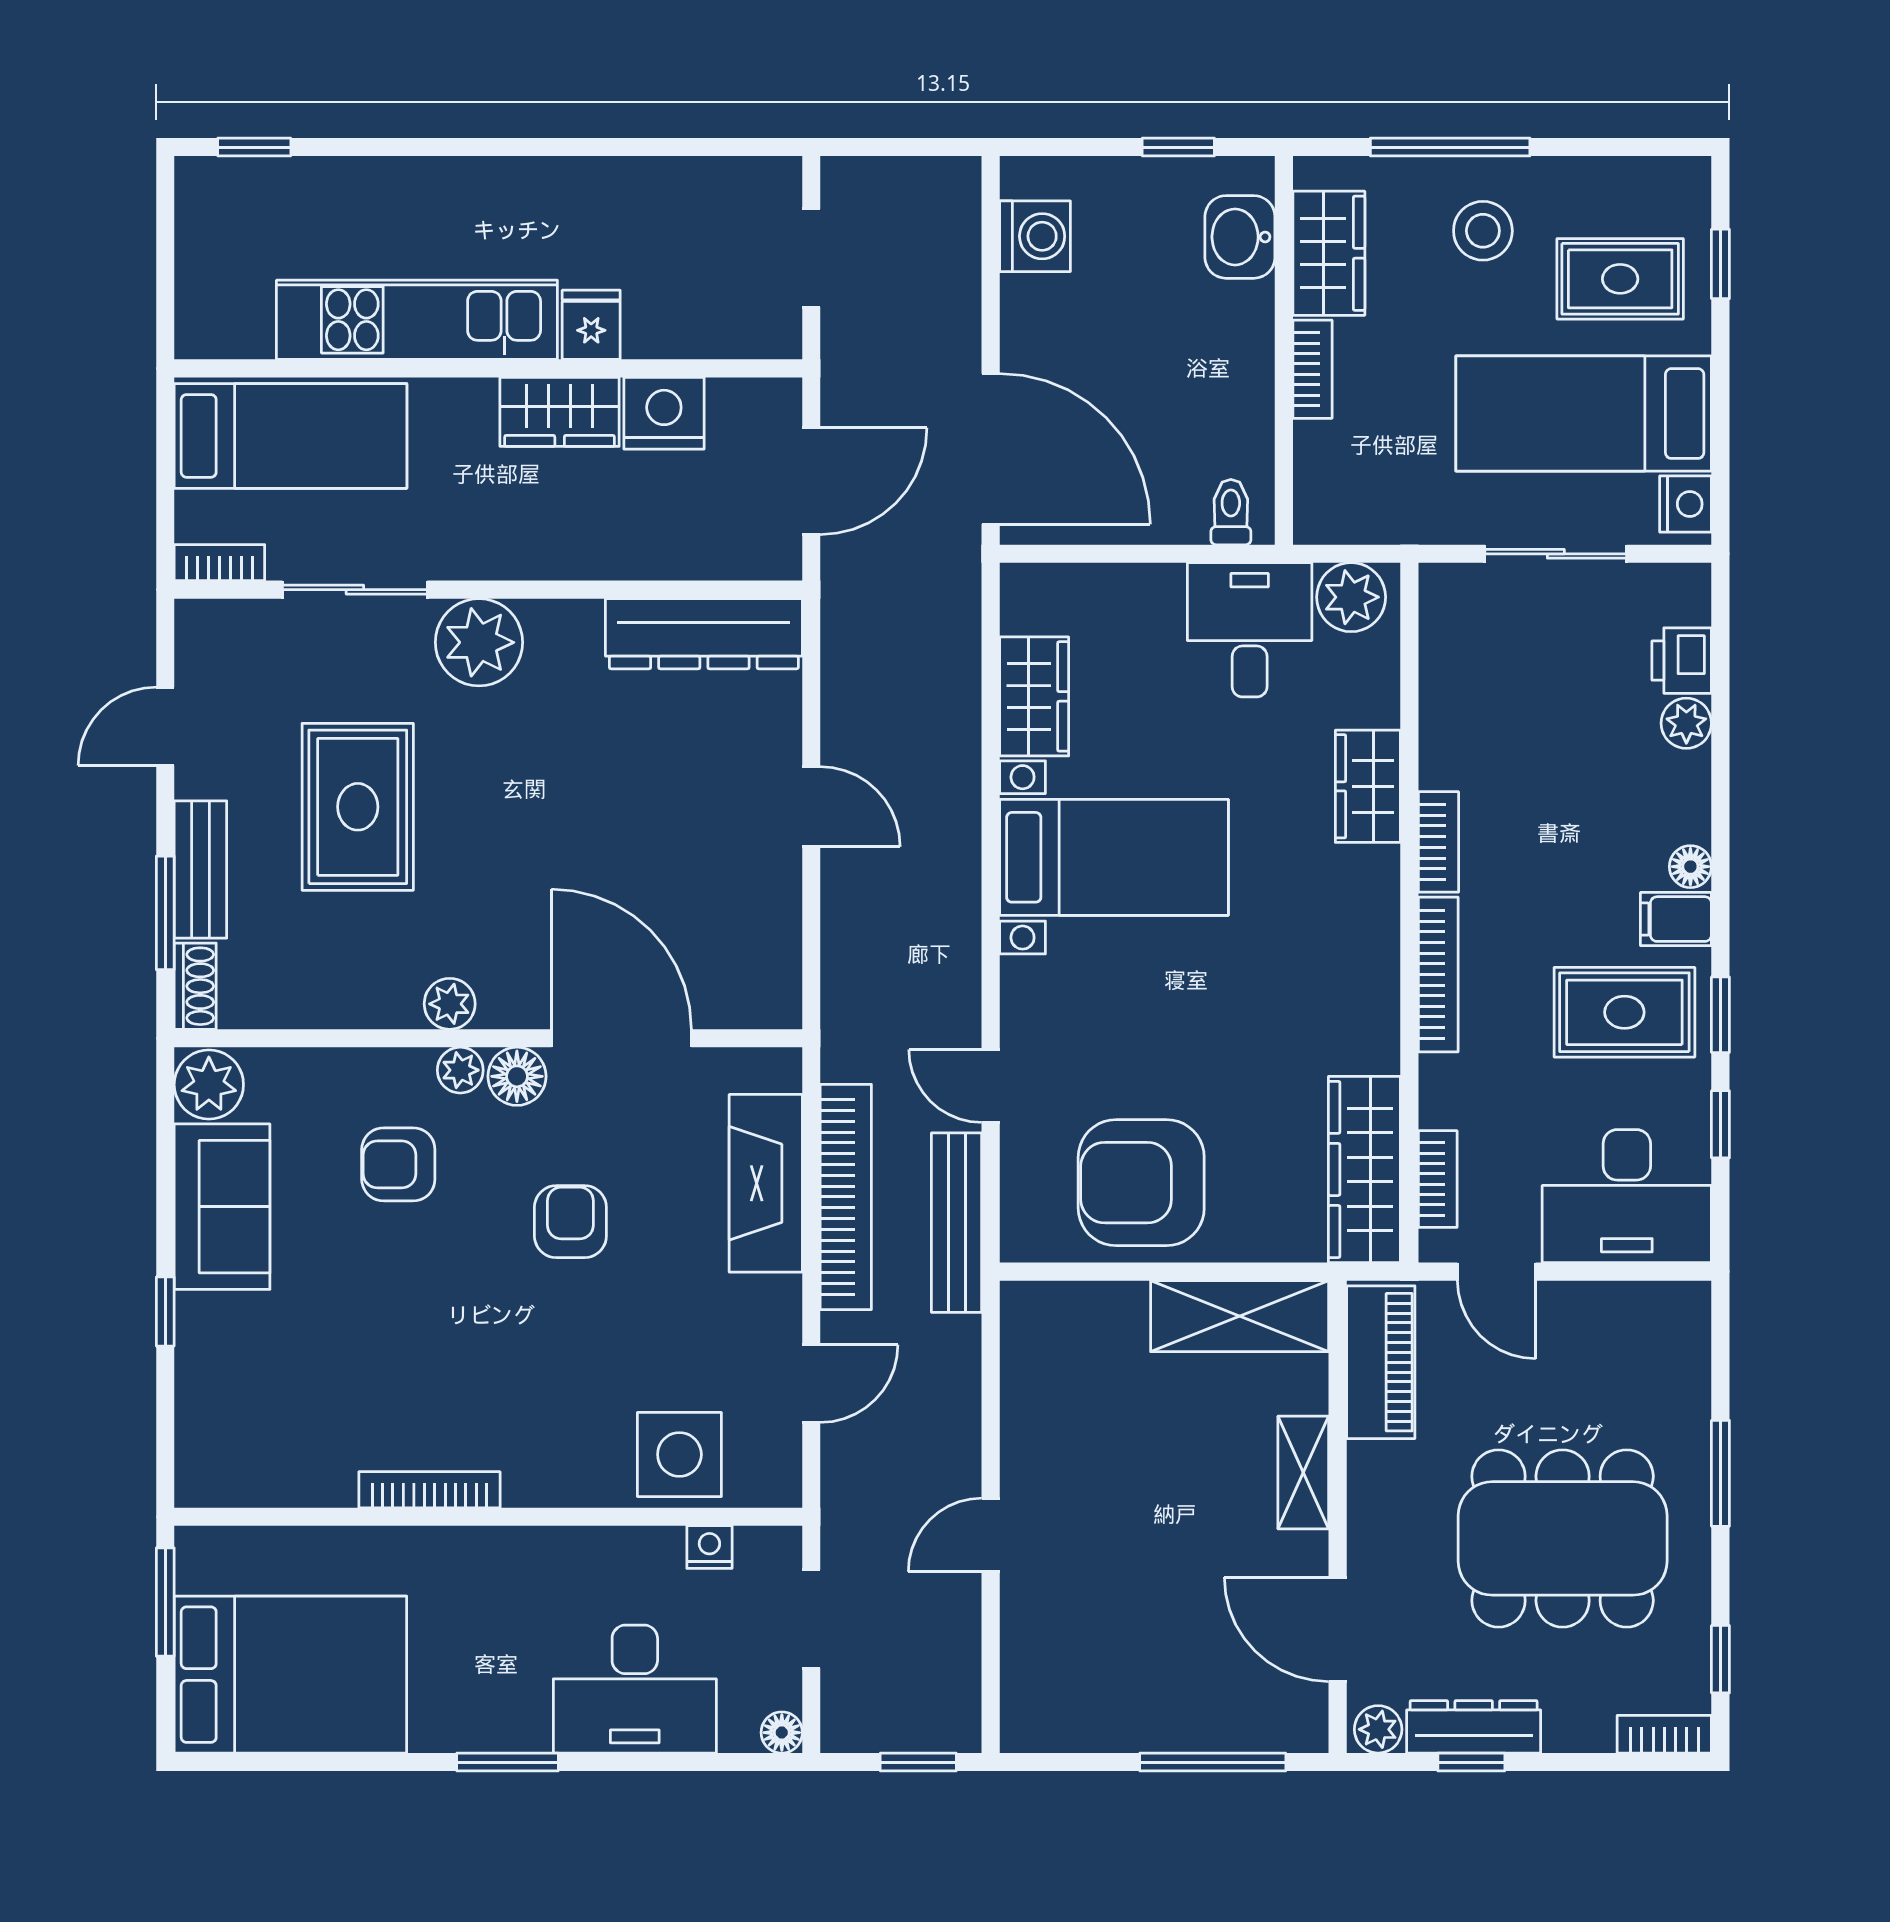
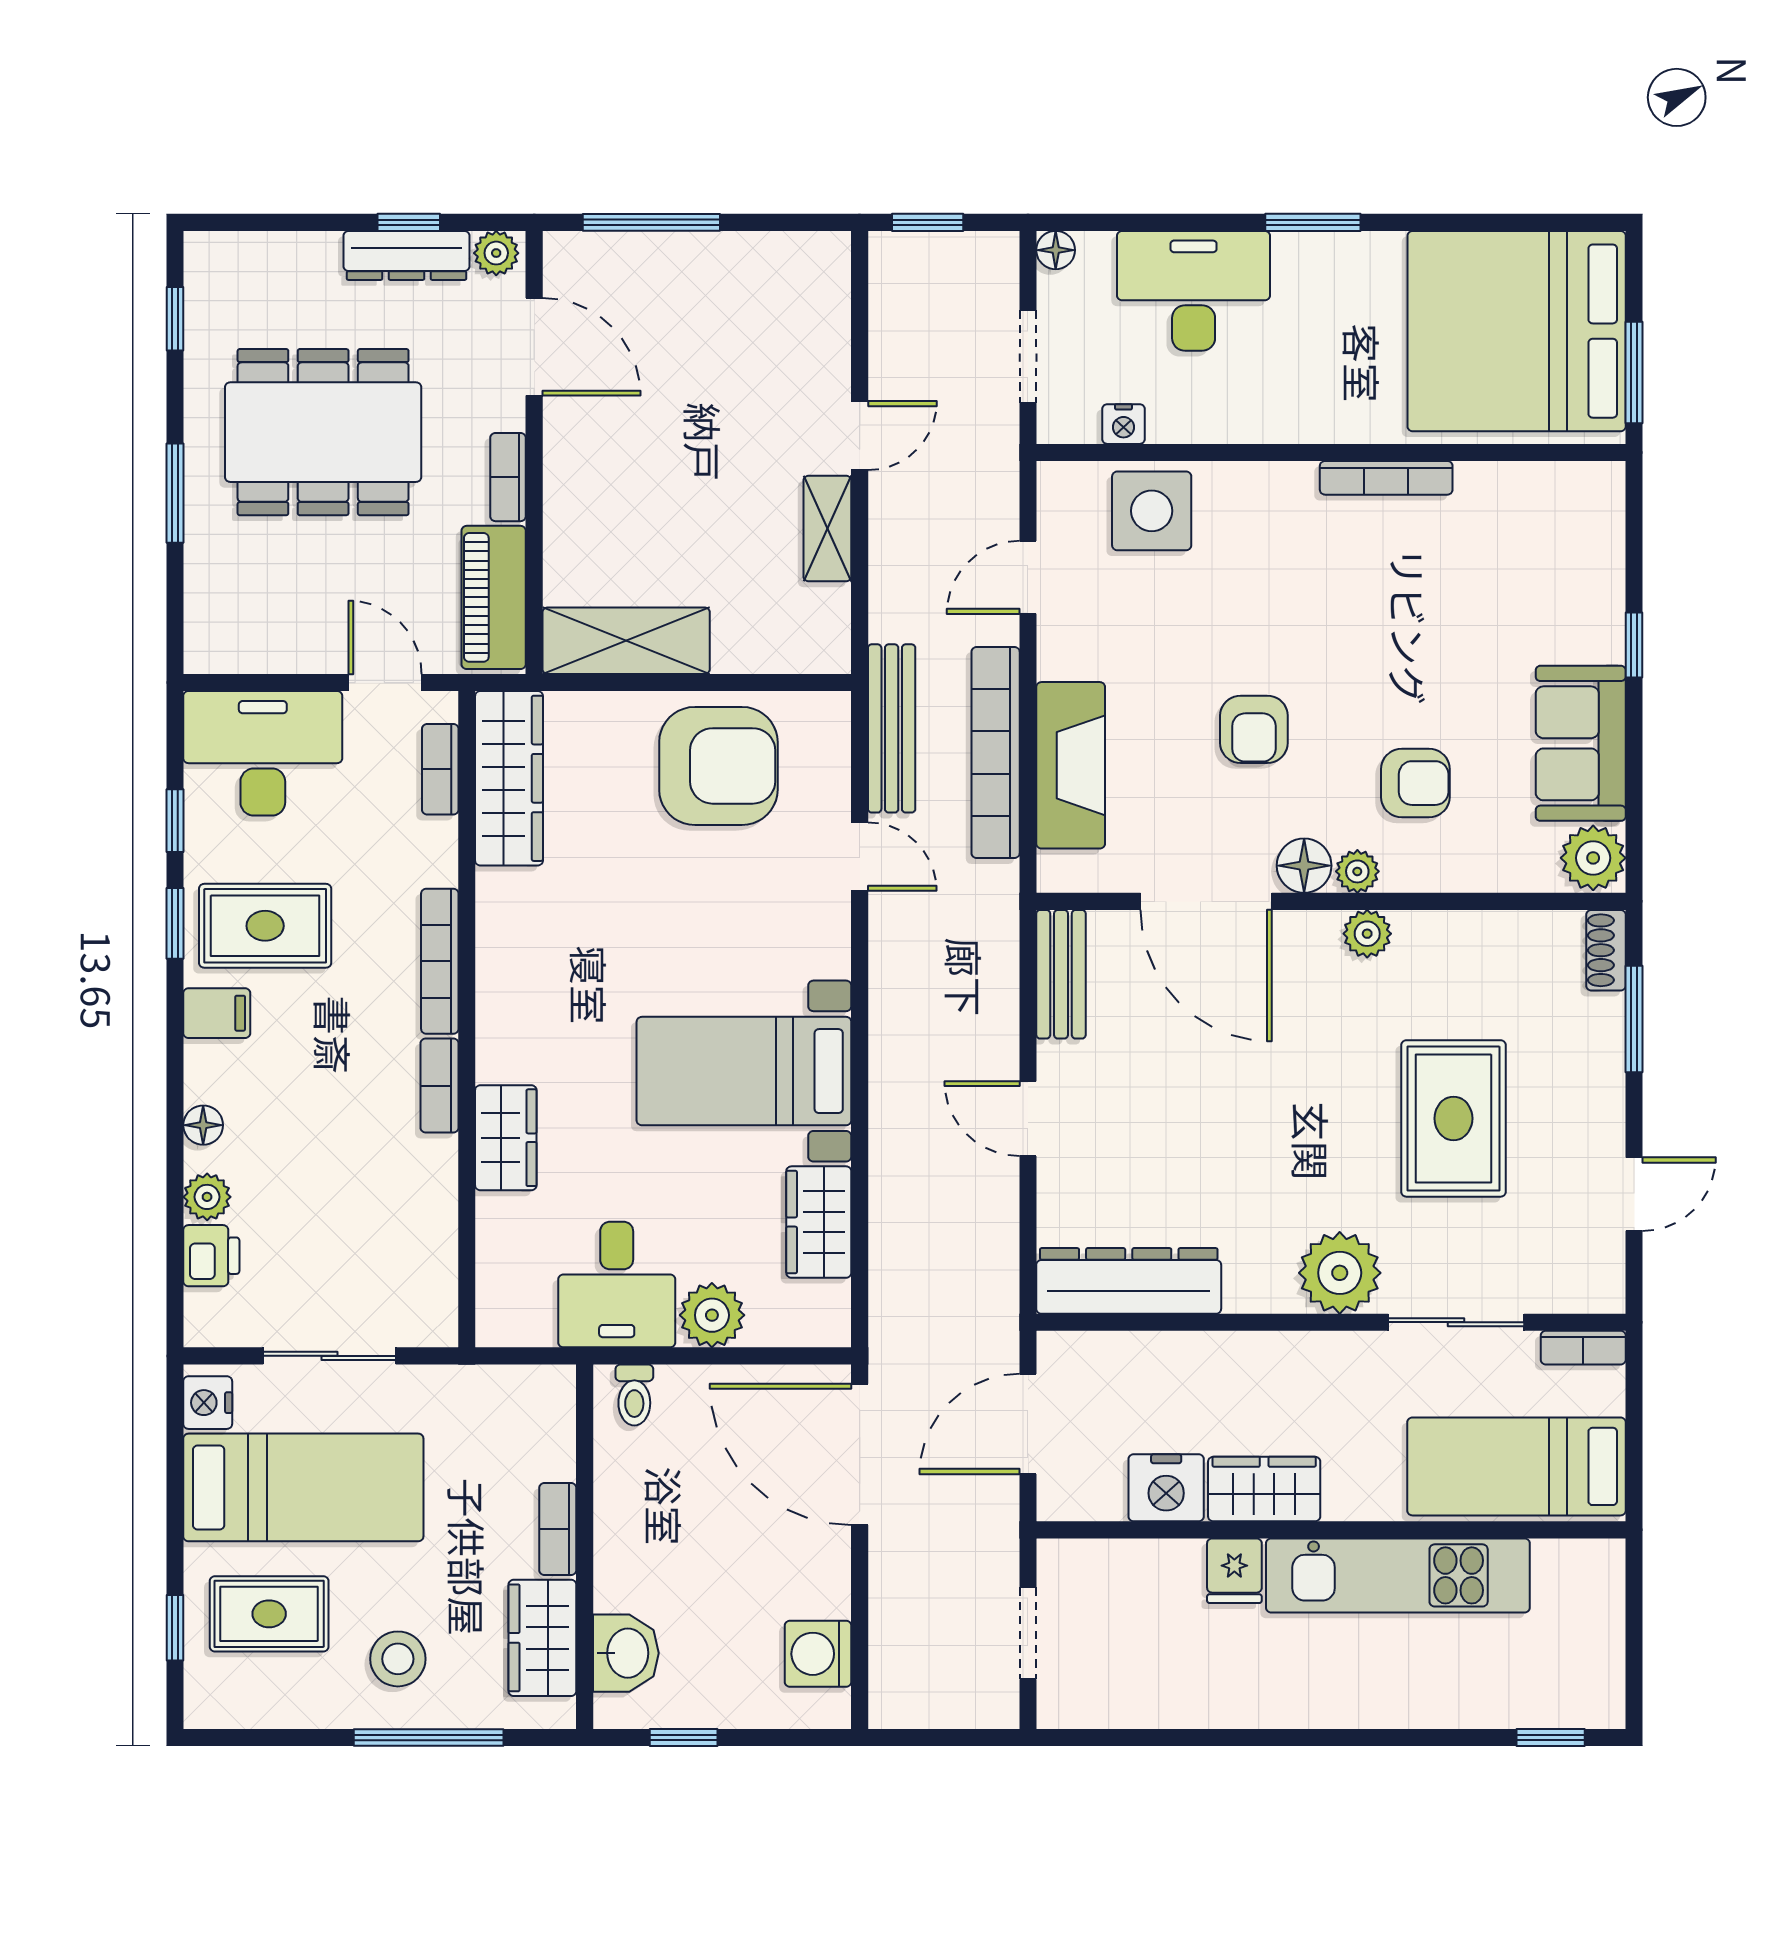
plant: (1351, 597) -> (712, 1315), moved
floor lamp: (1690, 867) -> (203, 1125), moved
bench: (200, 870) -> (1061, 974), moved
shelving: (1303, 1473) -> (827, 528), moved
bed: (290, 1675) -> (1517, 331), width x1.36
bookcase: (1664, 1734) -> (508, 477), moved, turned 90

